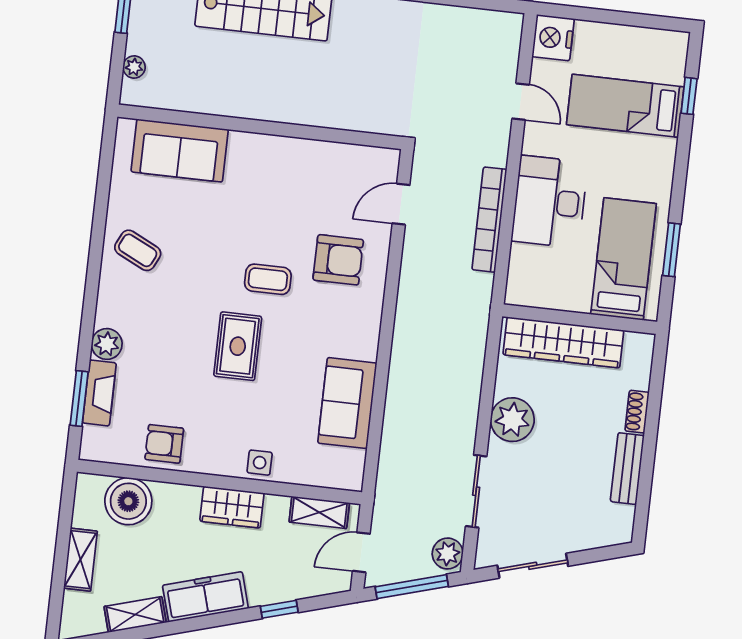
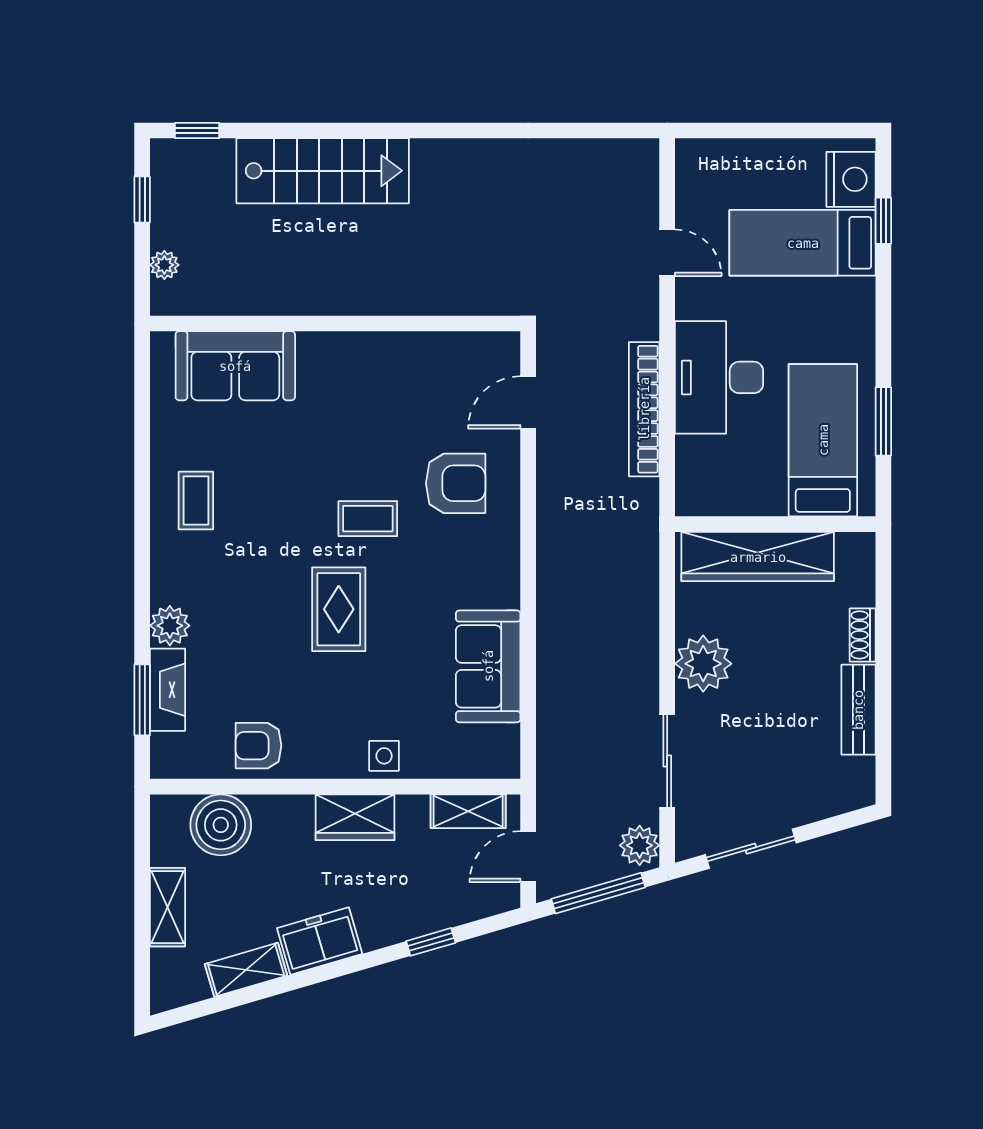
nightstand: (553, 38) -> (851, 179), moved, turned 180
coffee table: (138, 250) -> (196, 500), turned 64
freezer: (205, 597) -> (320, 941), width x0.71

